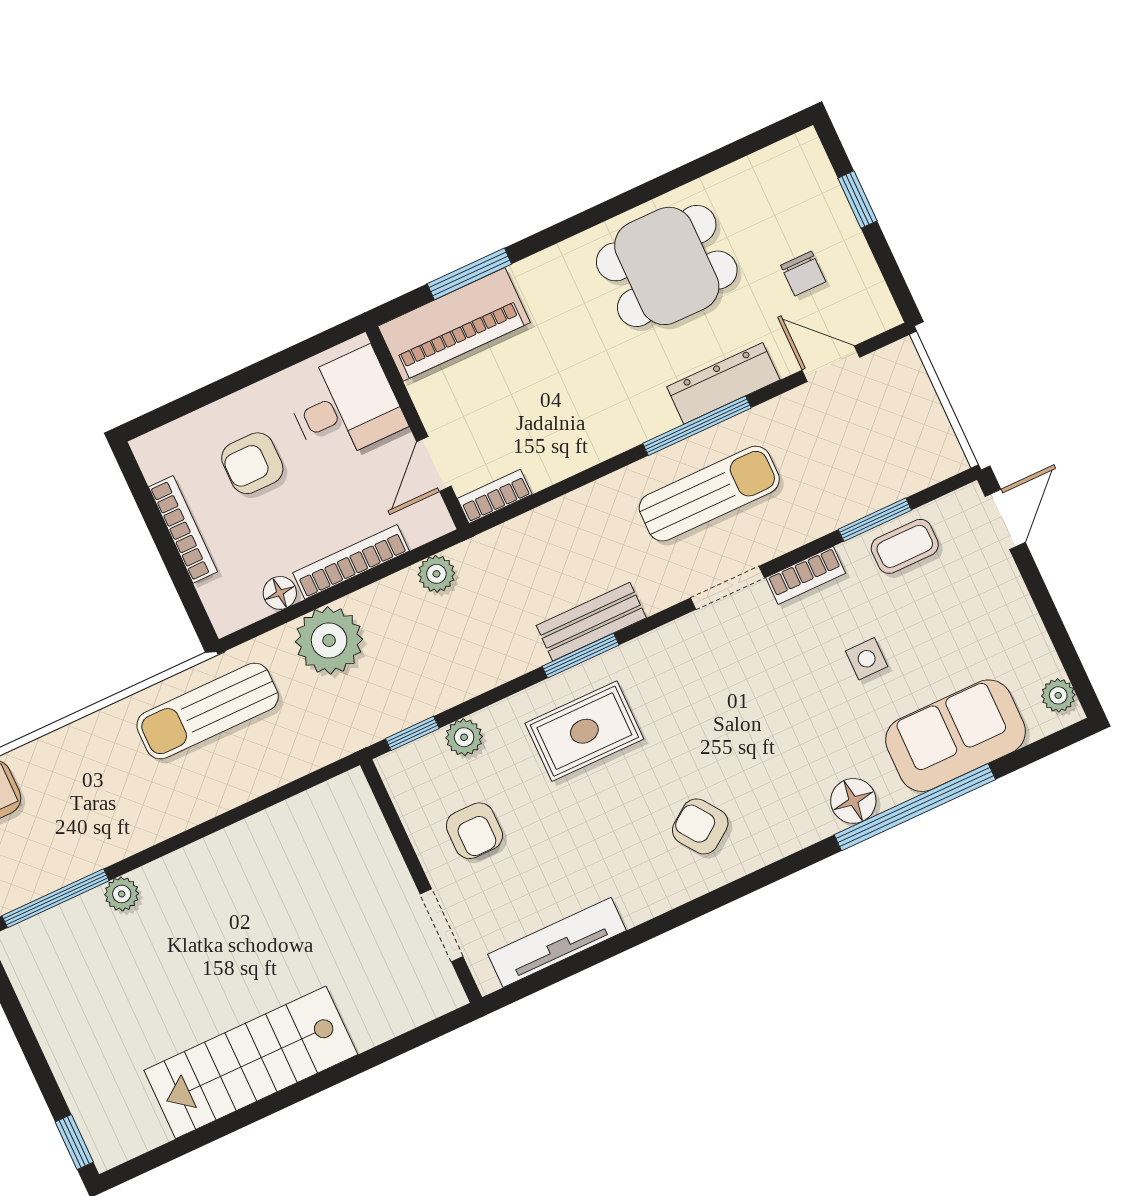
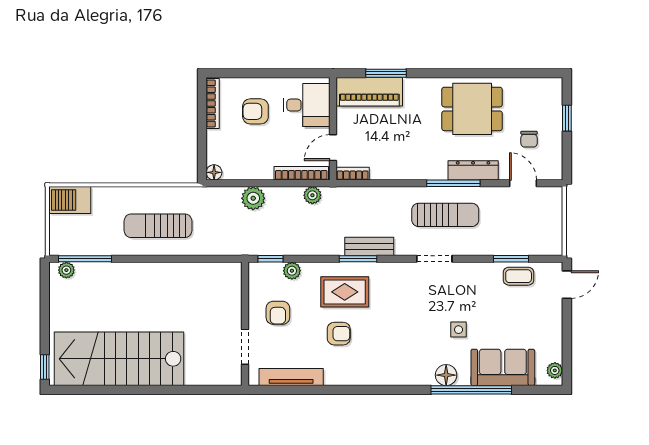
bookcase: (183, 529) -> (213, 103), moved
bookcase: (351, 562) -> (301, 173), moved
bookcase: (806, 575) -> (470, 269), removed
floor lamp: (280, 593) -> (214, 172), moved
plant: (329, 640) -> (253, 198), width x0.73, depth x0.73
side table: (867, 659) -> (459, 330), moved
sun lounger: (208, 711) -> (158, 226), moved
armchair: (700, 826) -> (339, 334), moved, turned 126
plant: (122, 894) -> (66, 270), moved
stairs: (251, 1062) -> (119, 359), width x1.36, depth x1.51

